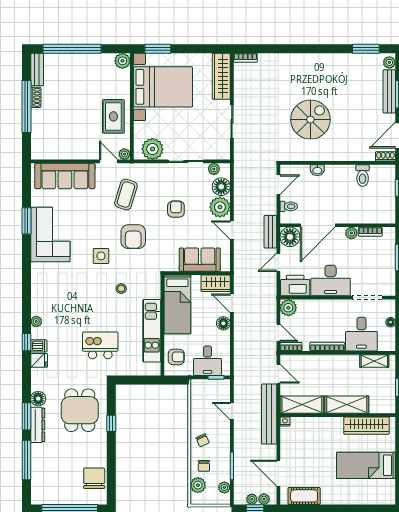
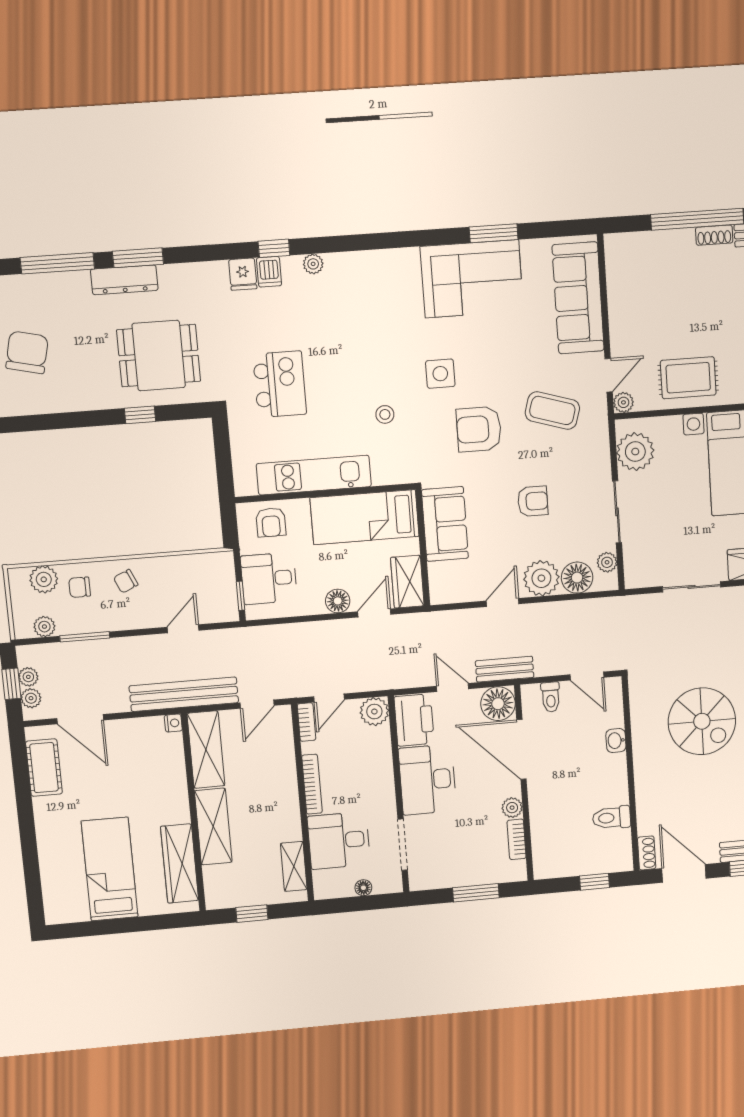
sofa: (200, 260) -> (445, 524), moved
floor lamp: (38, 399) -> (173, 277), removed
door: (278, 473) -> (80, 719), swing flipped
chair: (94, 478) -> (27, 352), moved, turned -77

